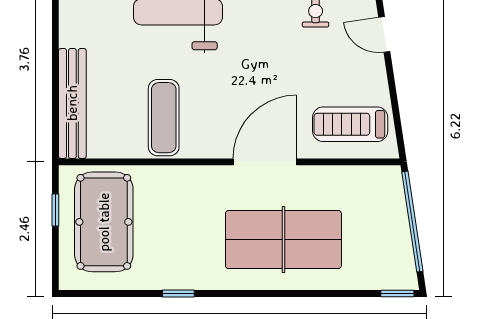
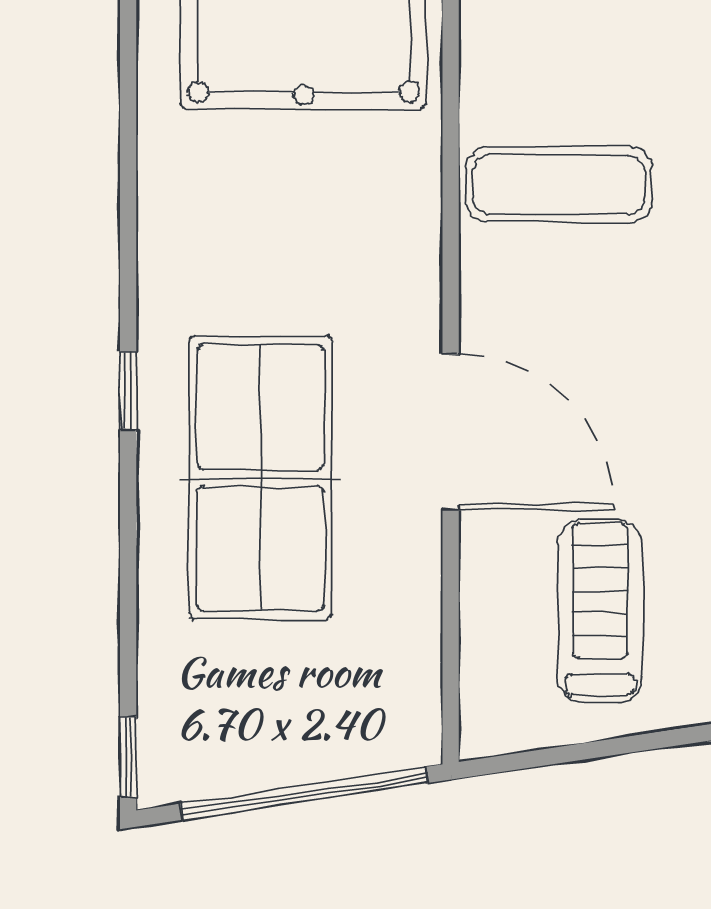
treadmill: (350, 124) -> (600, 611), moved
window: (178, 294) -> (128, 391), moved

